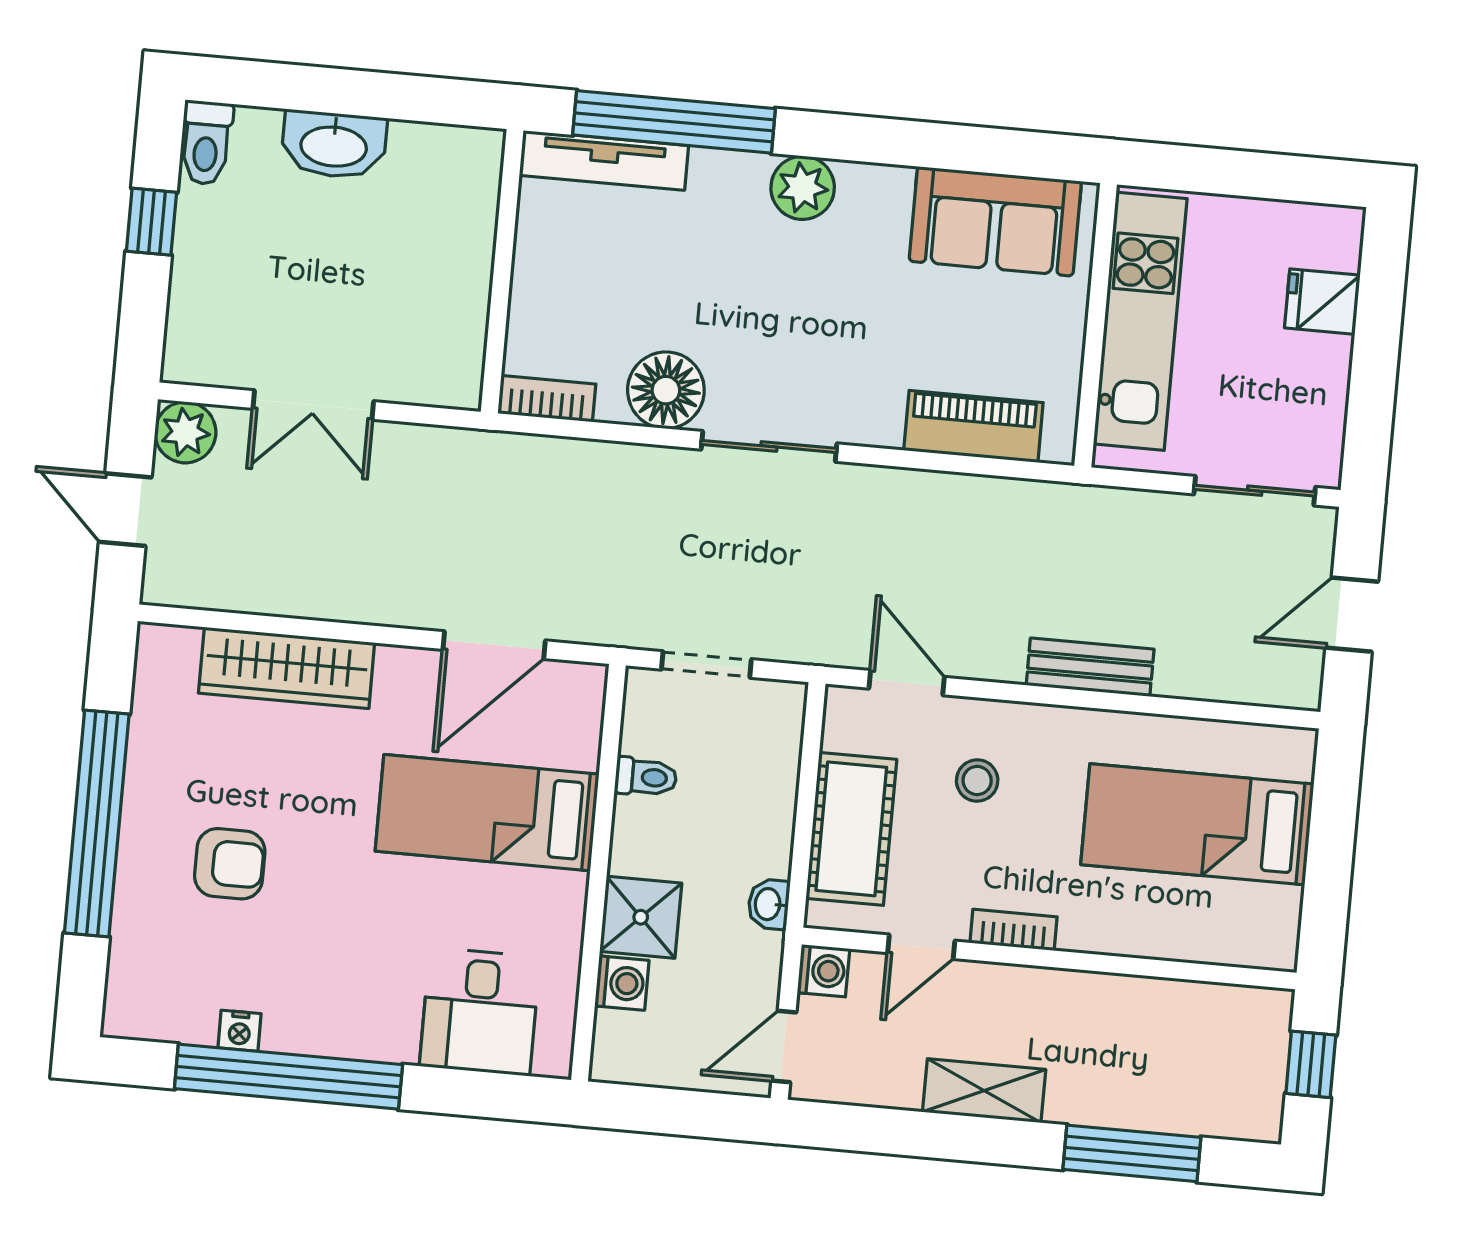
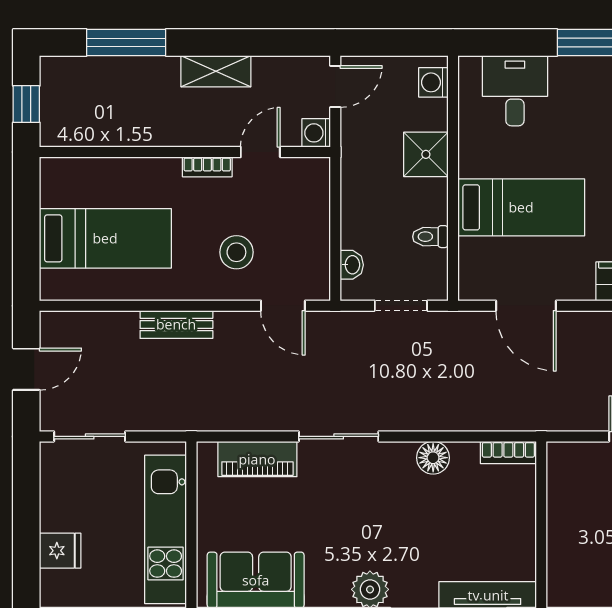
floor lamp: (666, 390) -> (433, 458), width x0.73, depth x0.73
sliding door: (769, 446) -> (339, 436), moved
door: (494, 645) -> (526, 306), swing flipped
stool: (977, 781) -> (236, 252), width x1.37, depth x1.37
cot: (851, 829) -> (307, 217), removed
washbasin: (769, 904) -> (352, 265), moved
washing machine: (622, 983) -> (433, 82), moved

